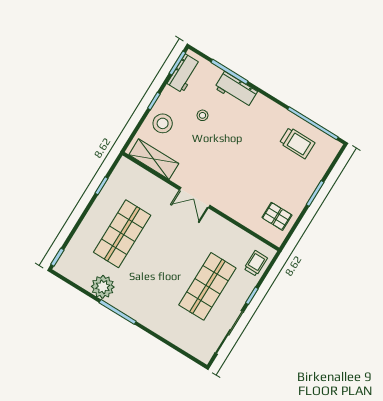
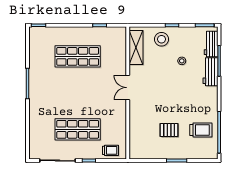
workbench: (184, 73) -> (211, 44), moved, turned 90
trolley: (297, 143) -> (201, 130), turned -90
pallet: (277, 216) -> (169, 130), moved, turned 90
plant: (103, 287) -> (37, 65), removed

